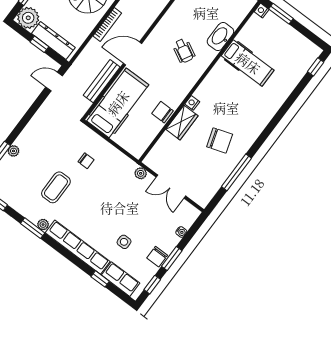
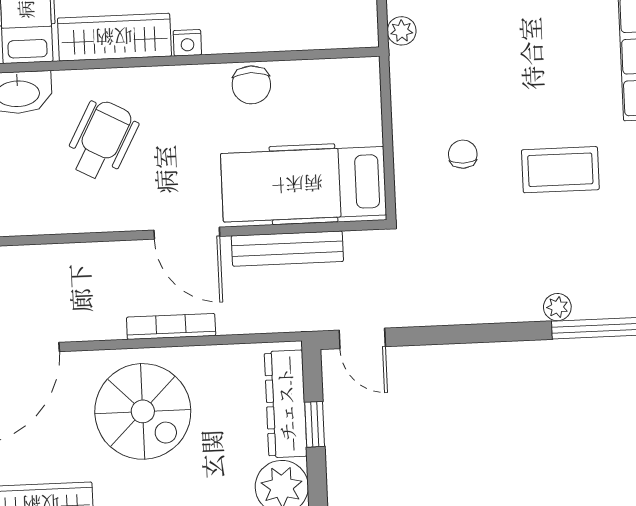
wheelchair: (184, 51) -> (102, 140), width x1.36, depth x1.37
wardrobe: (182, 123) -> (114, 37), moved, width x1.50

